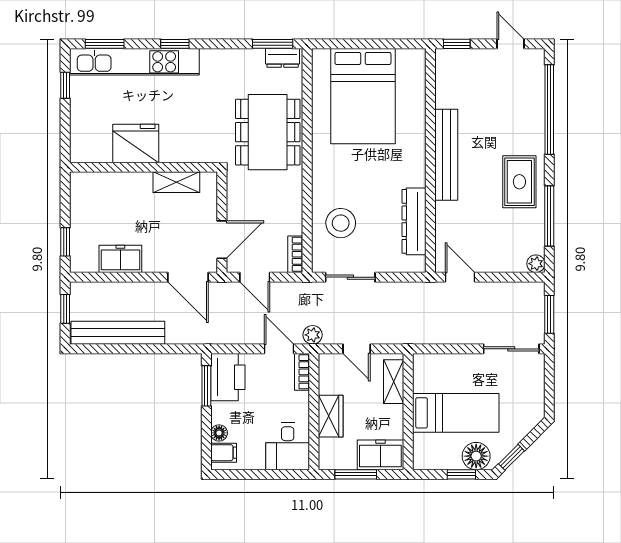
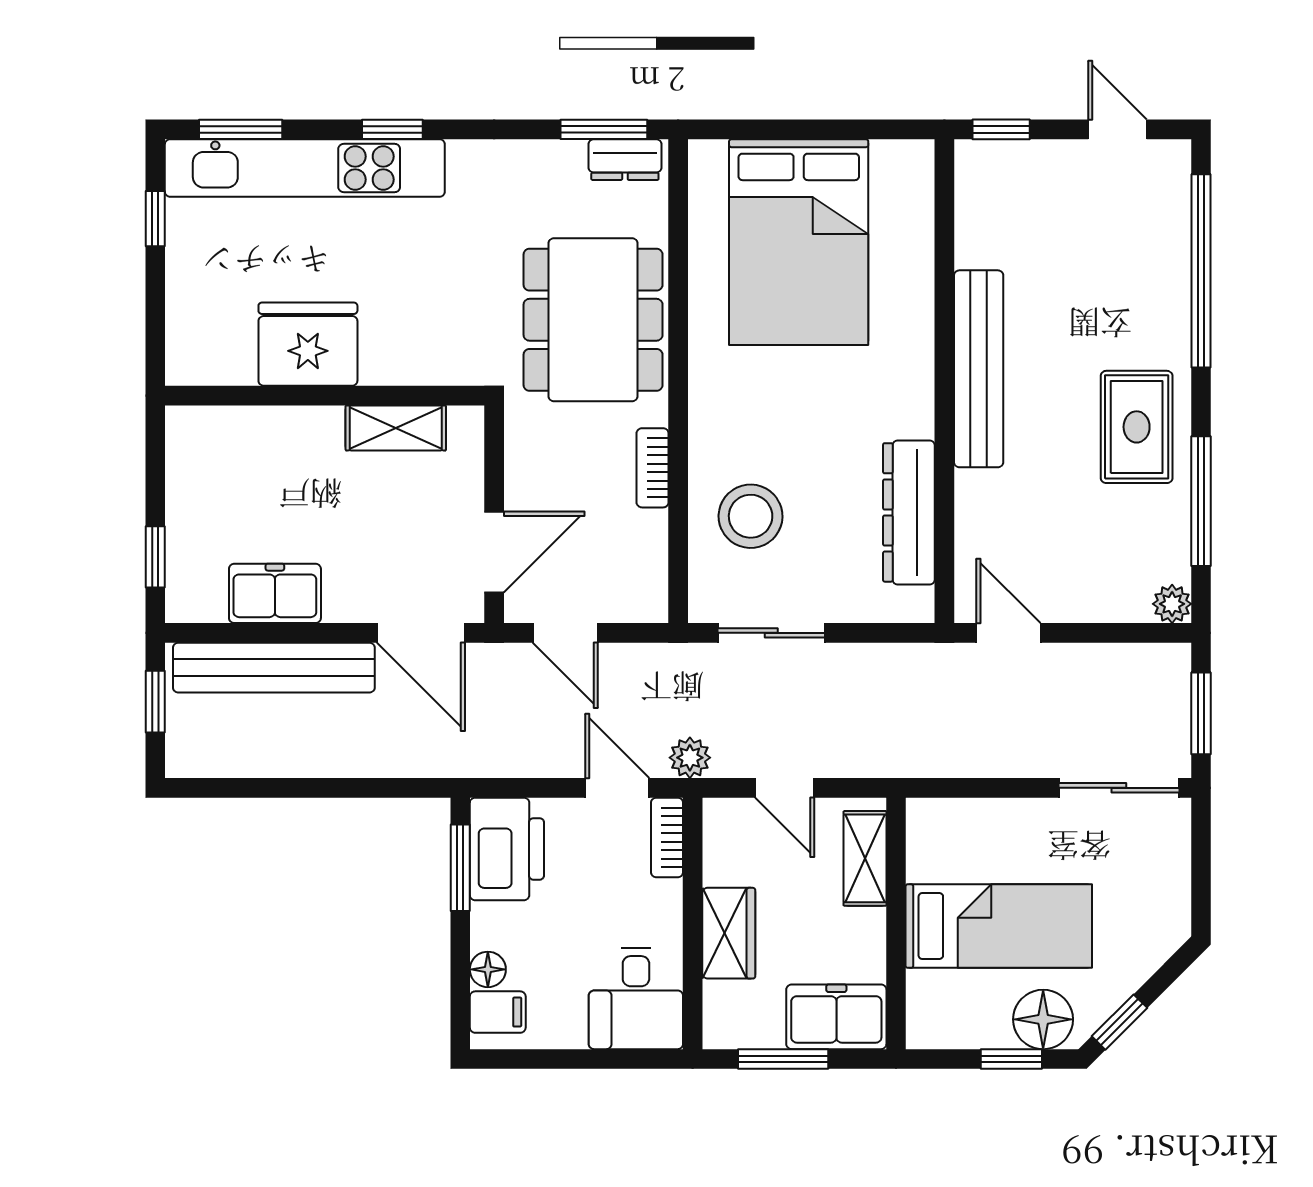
bookcase: (295, 254) -> (653, 468), moved
bench: (118, 333) -> (274, 668), moved

